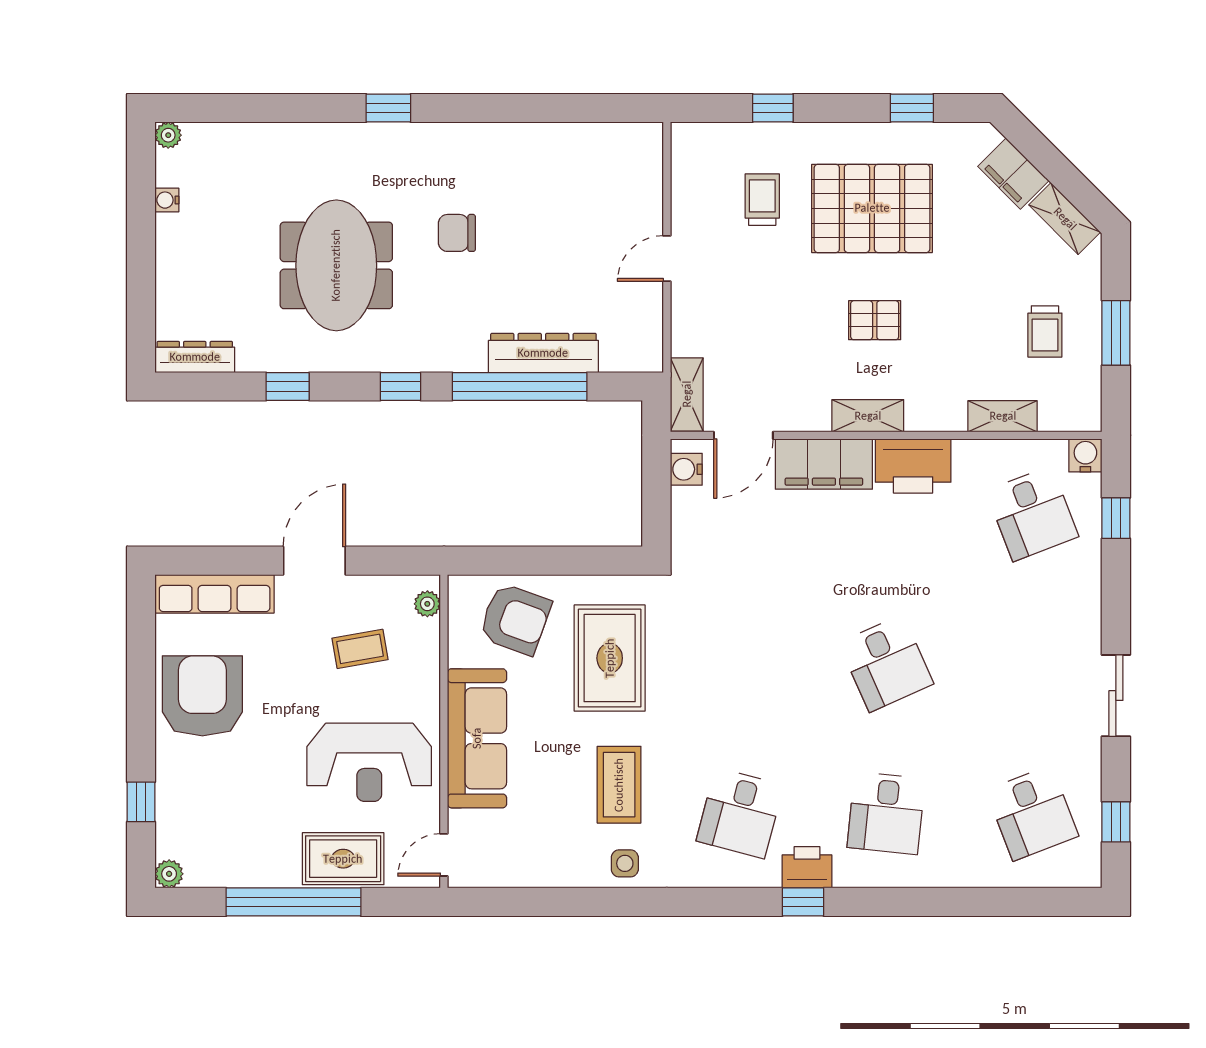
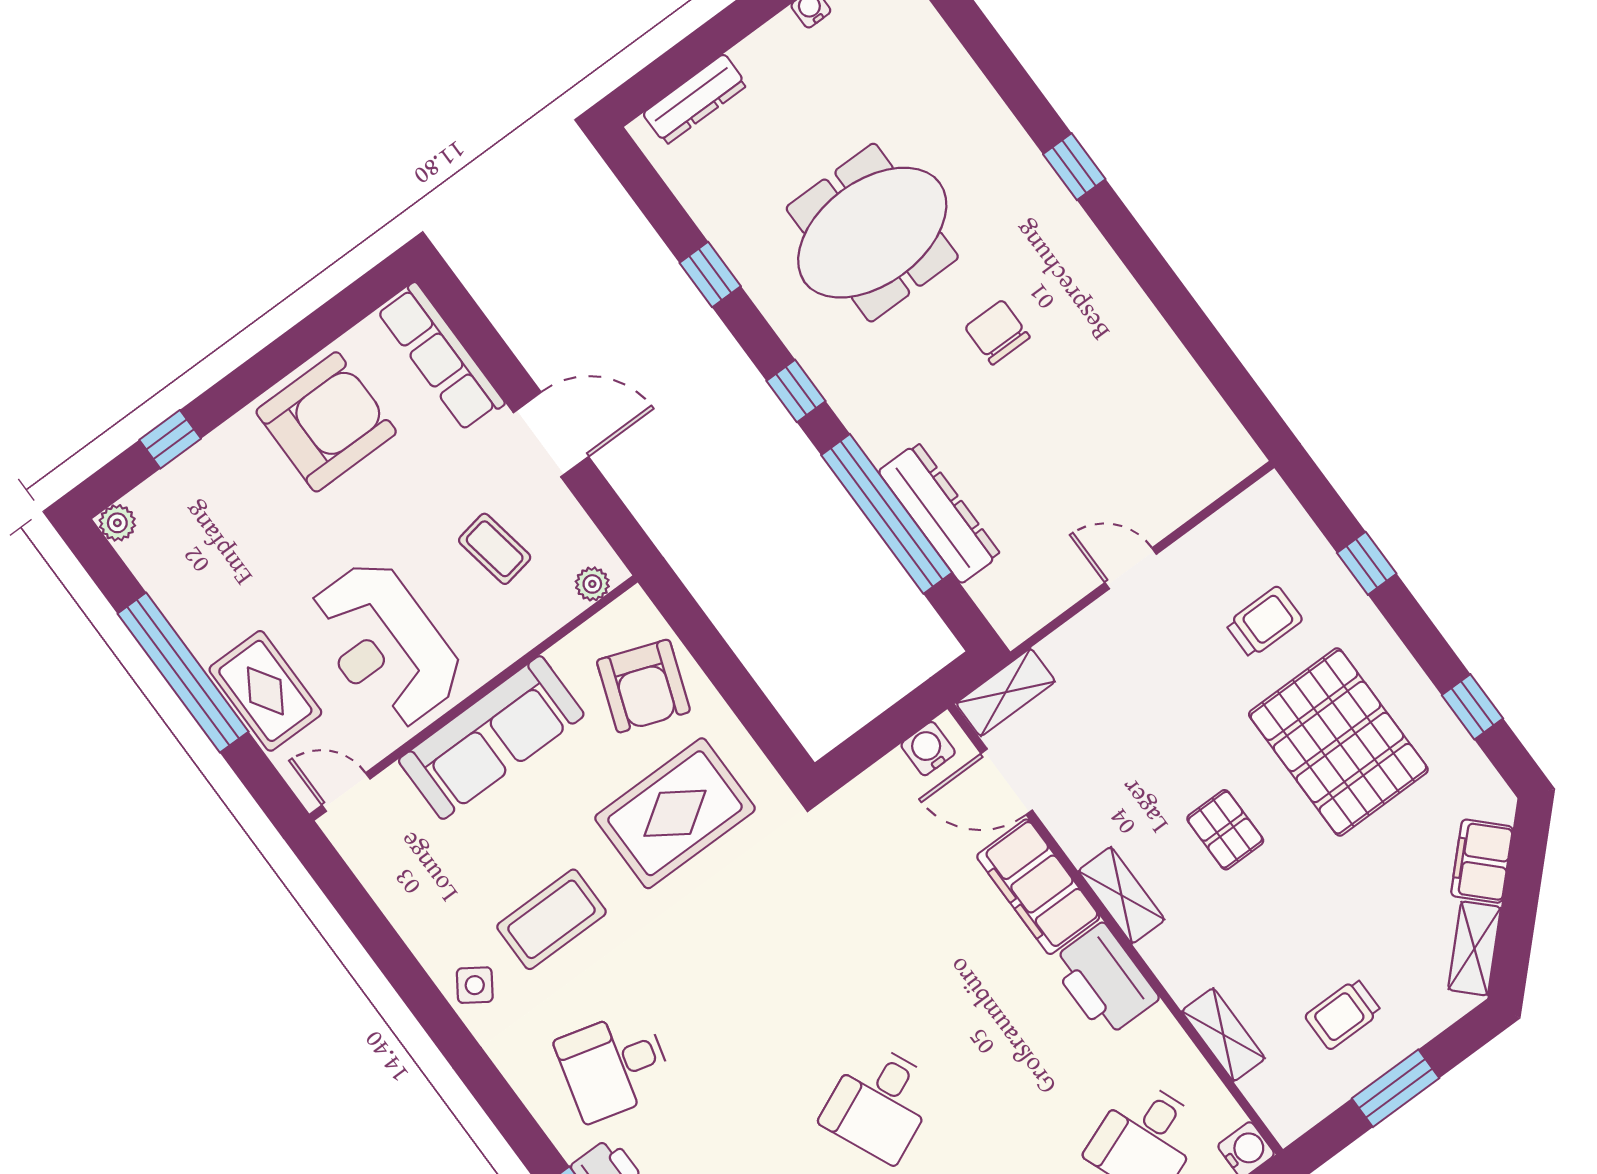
dresser: (195, 357) -> (695, 99), moved, turned 90
side table: (625, 863) -> (475, 985), turned 34

